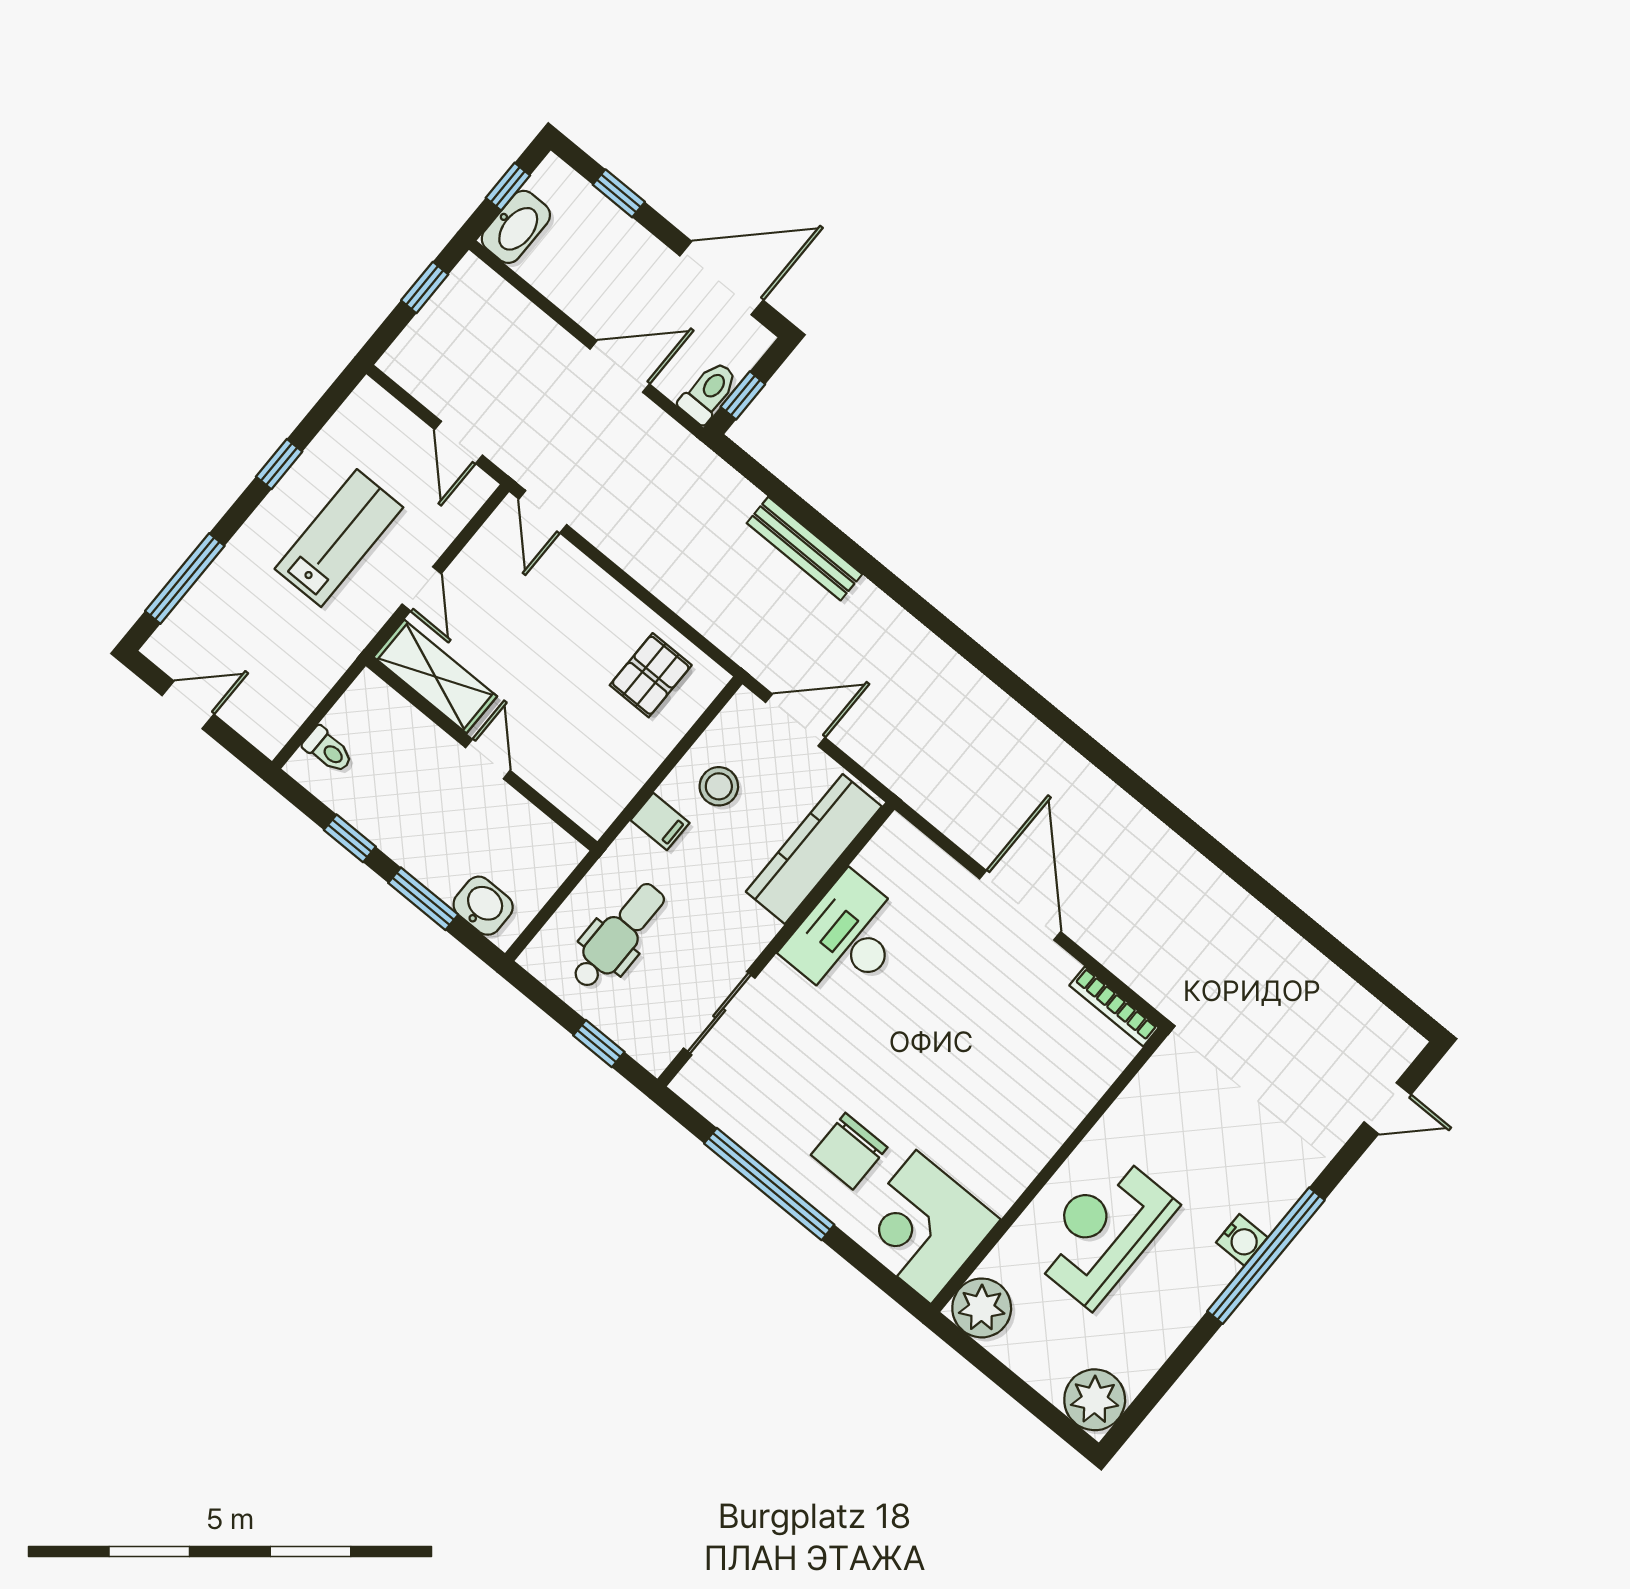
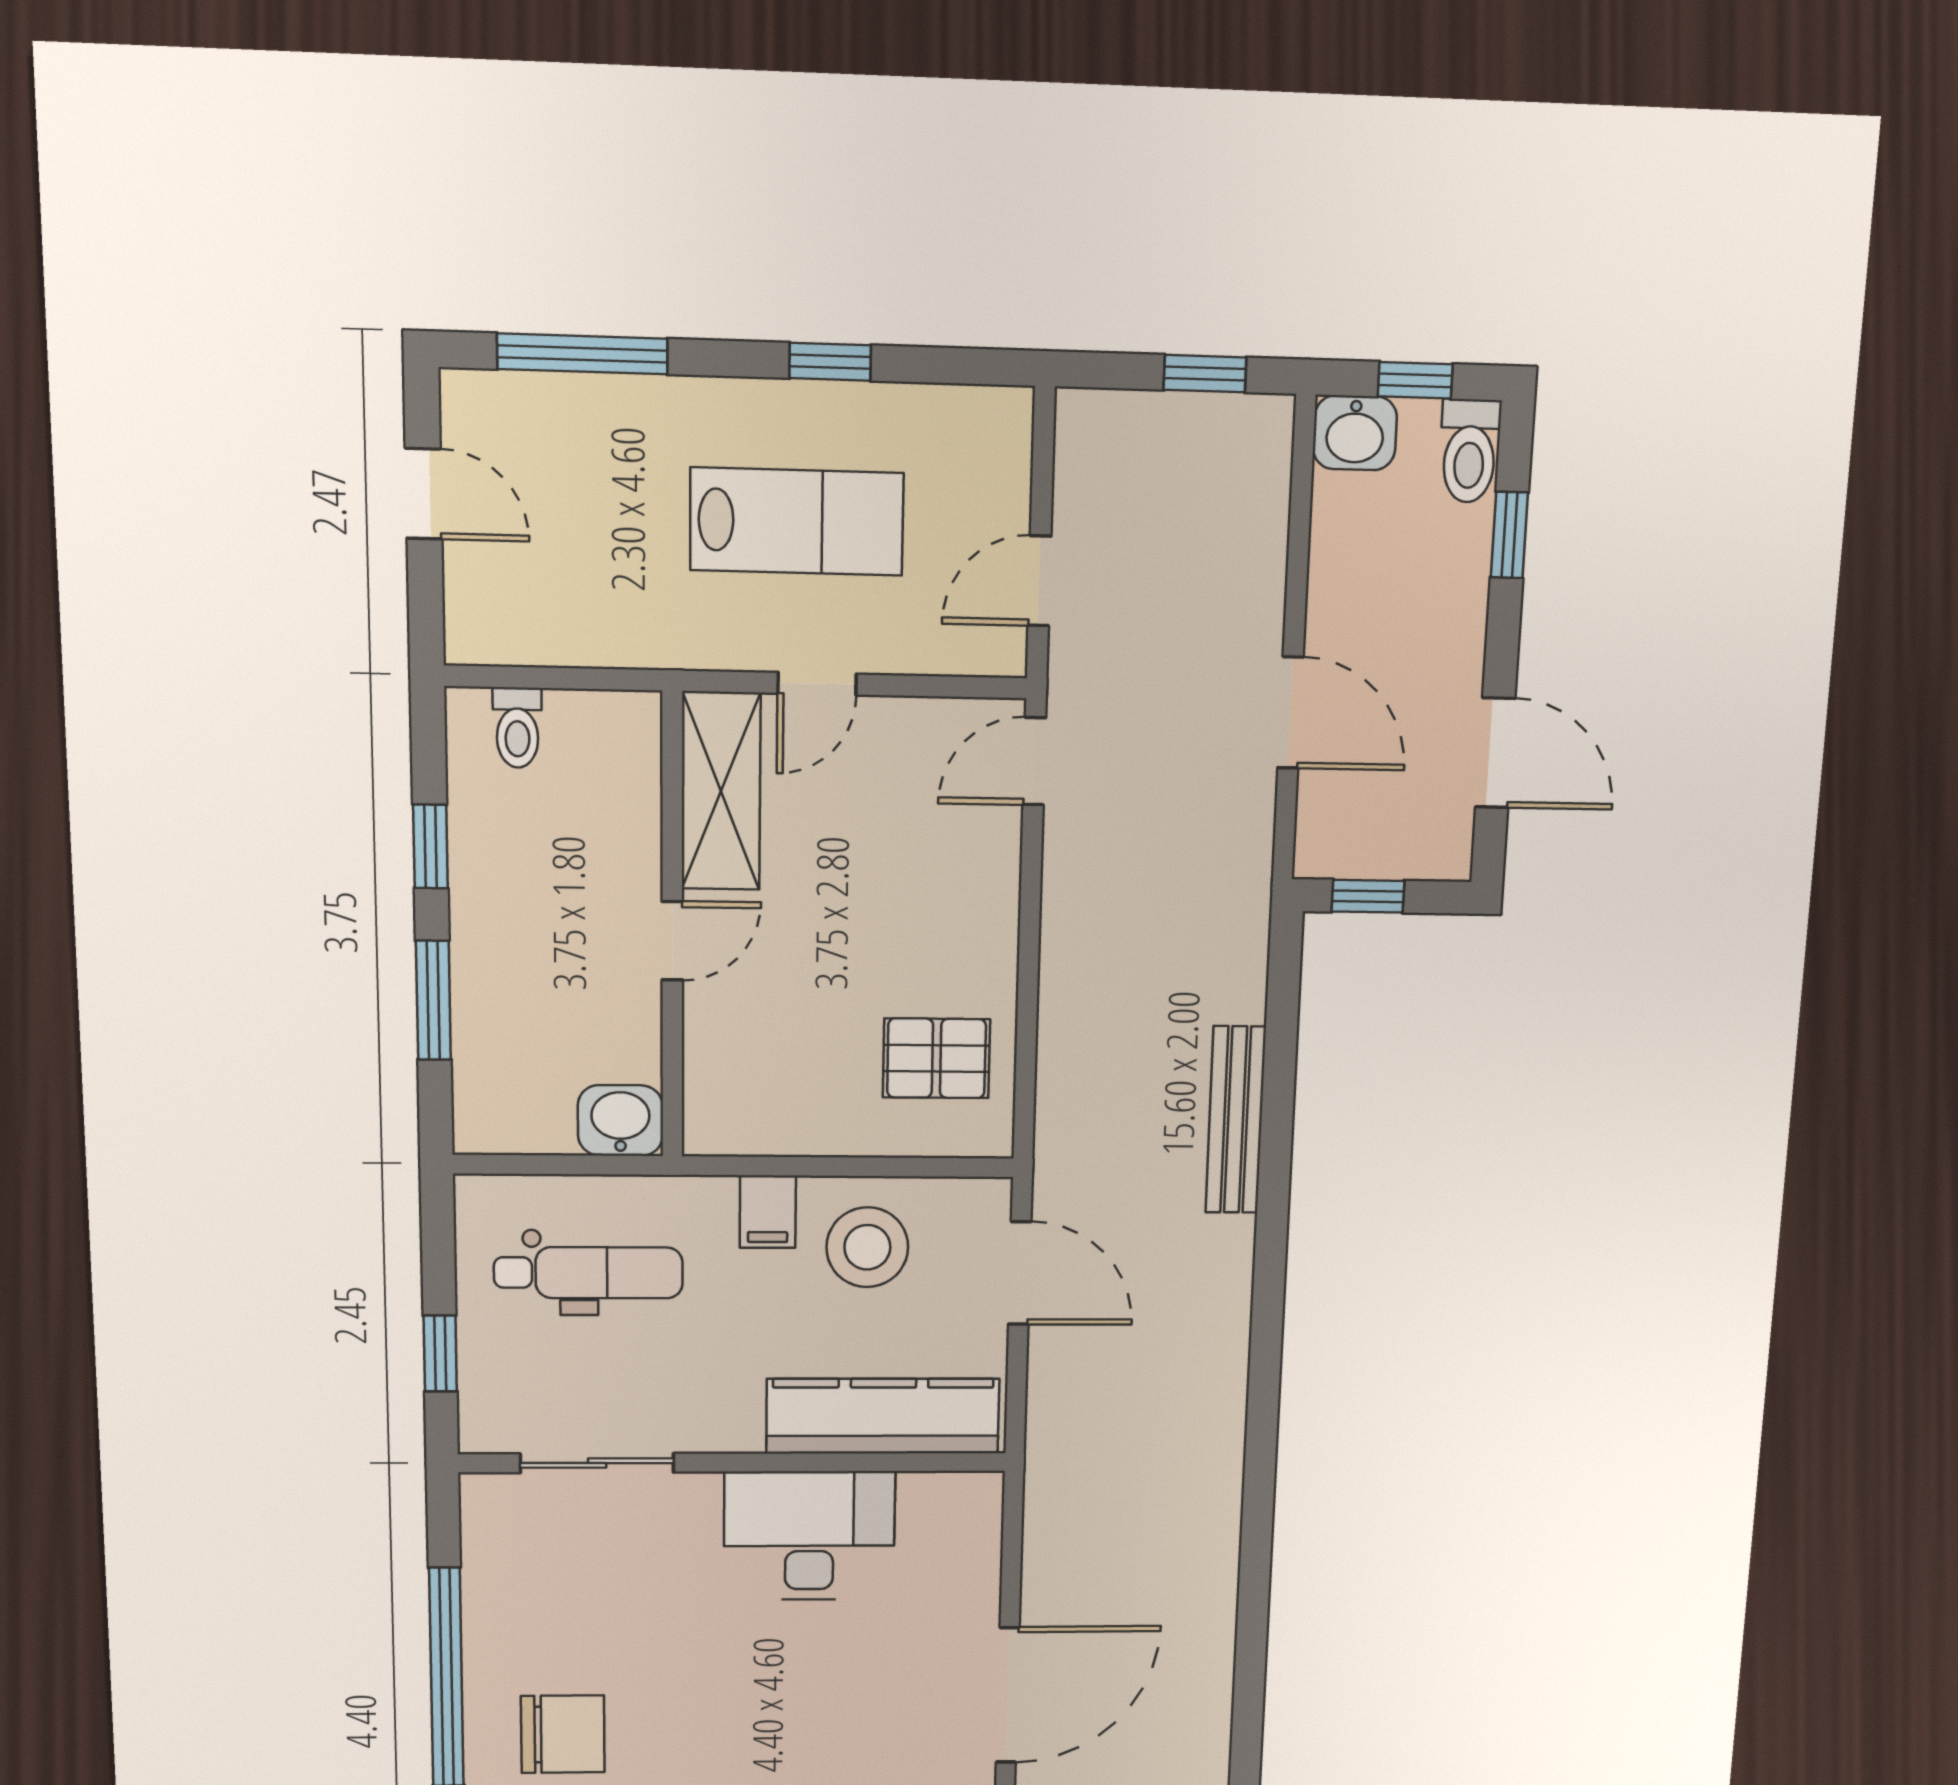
washbasin: (516, 227) -> (1355, 433), width x0.72
door: (721, 278) -> (1495, 753), width x0.73
toilet: (708, 392) -> (1470, 451), moved, turned 90
stool: (719, 786) -> (867, 1247), width x1.38, depth x1.38
washbasin: (483, 906) -> (620, 1121), moved, turned -90
chair: (849, 1151) -> (563, 1734), turned 180

